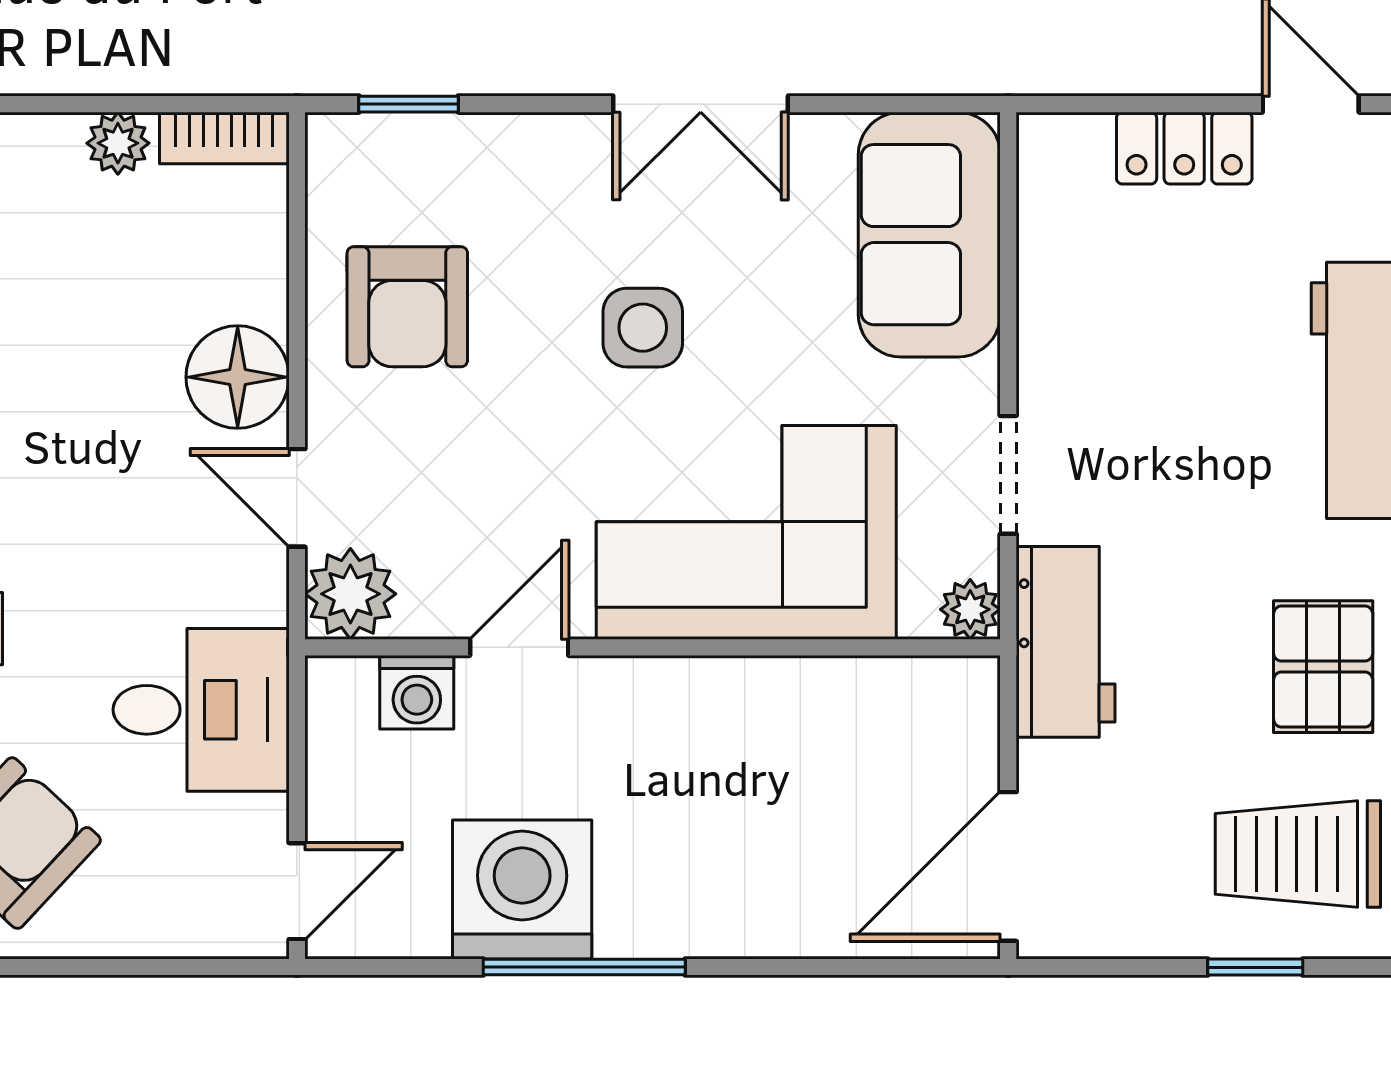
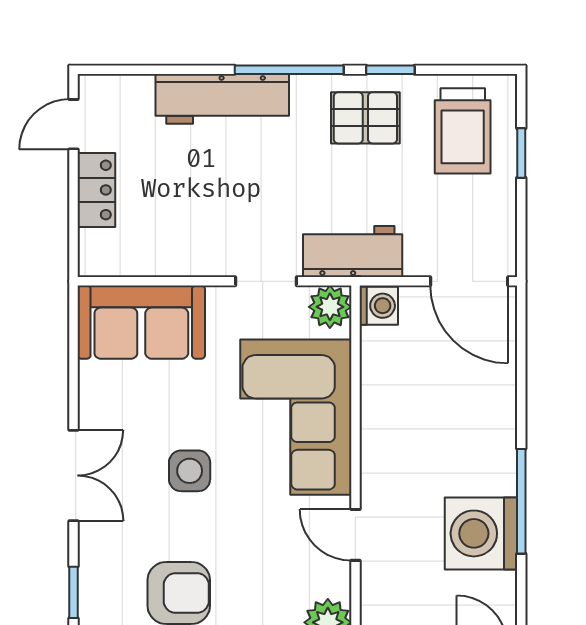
double door: (701, 104) -> (74, 475), moved
plant: (970, 609) -> (330, 307), width x1.38, depth x1.38
washing machine: (417, 692) -> (379, 306), moved

